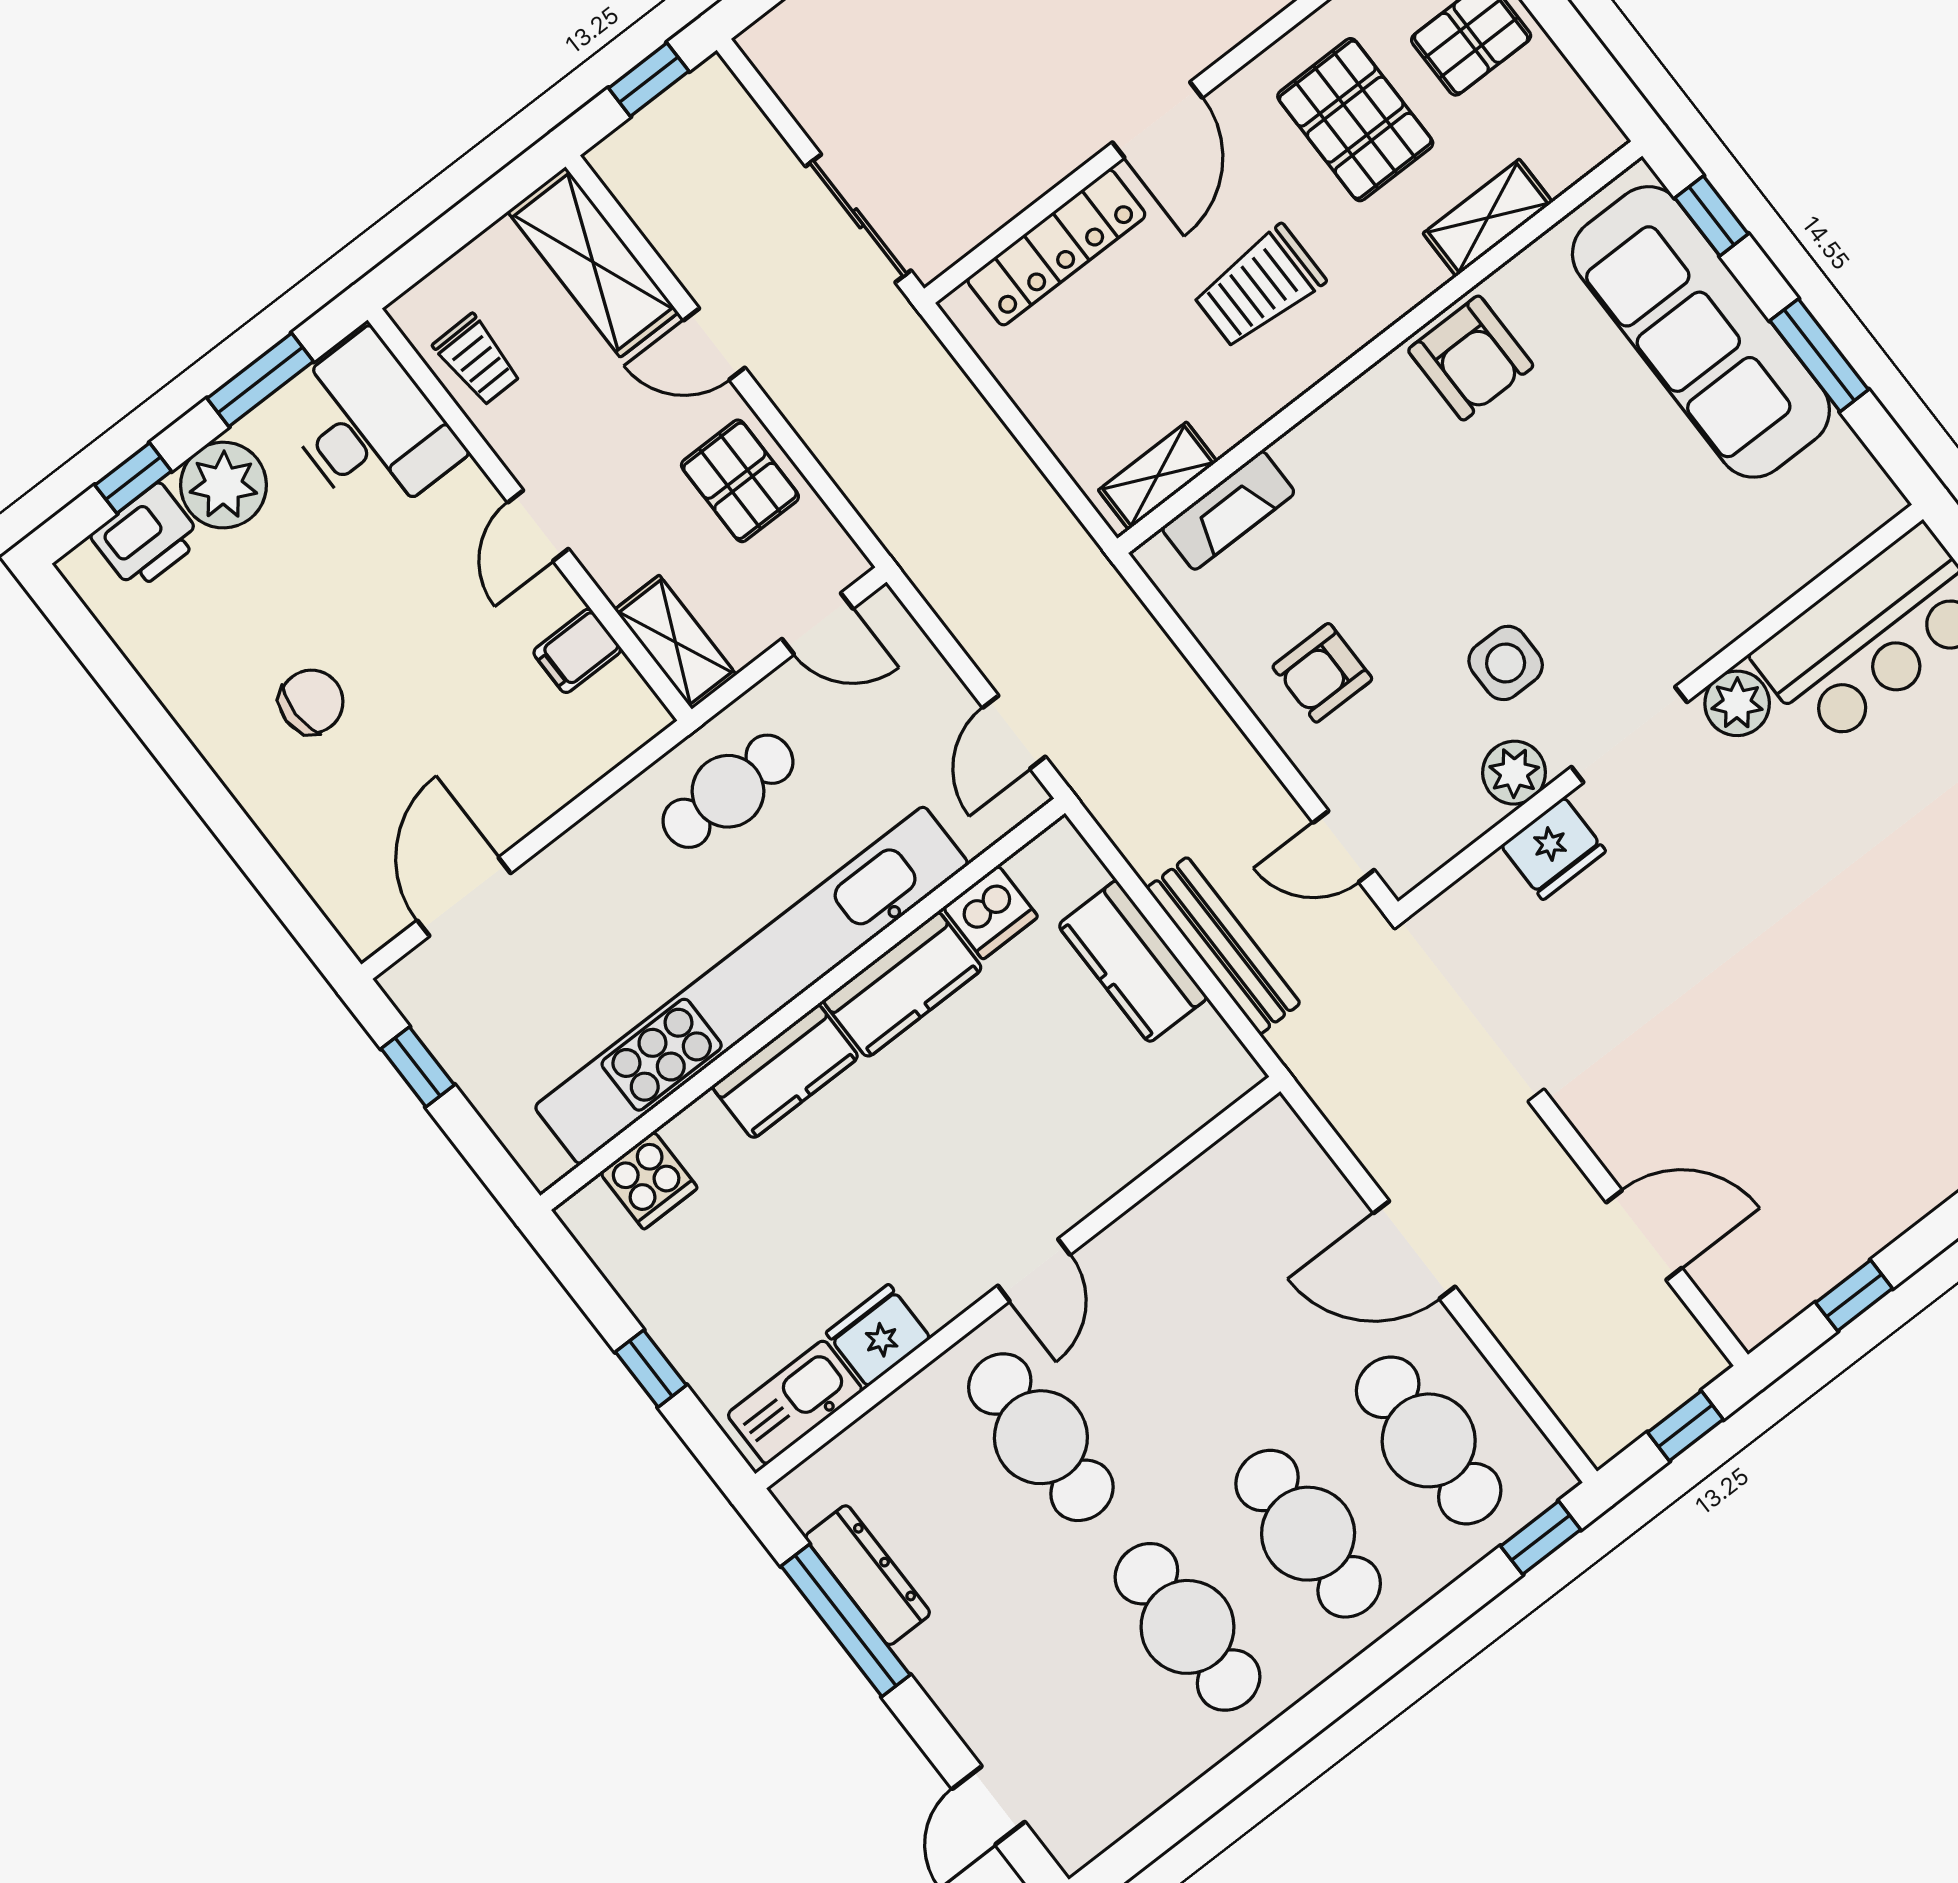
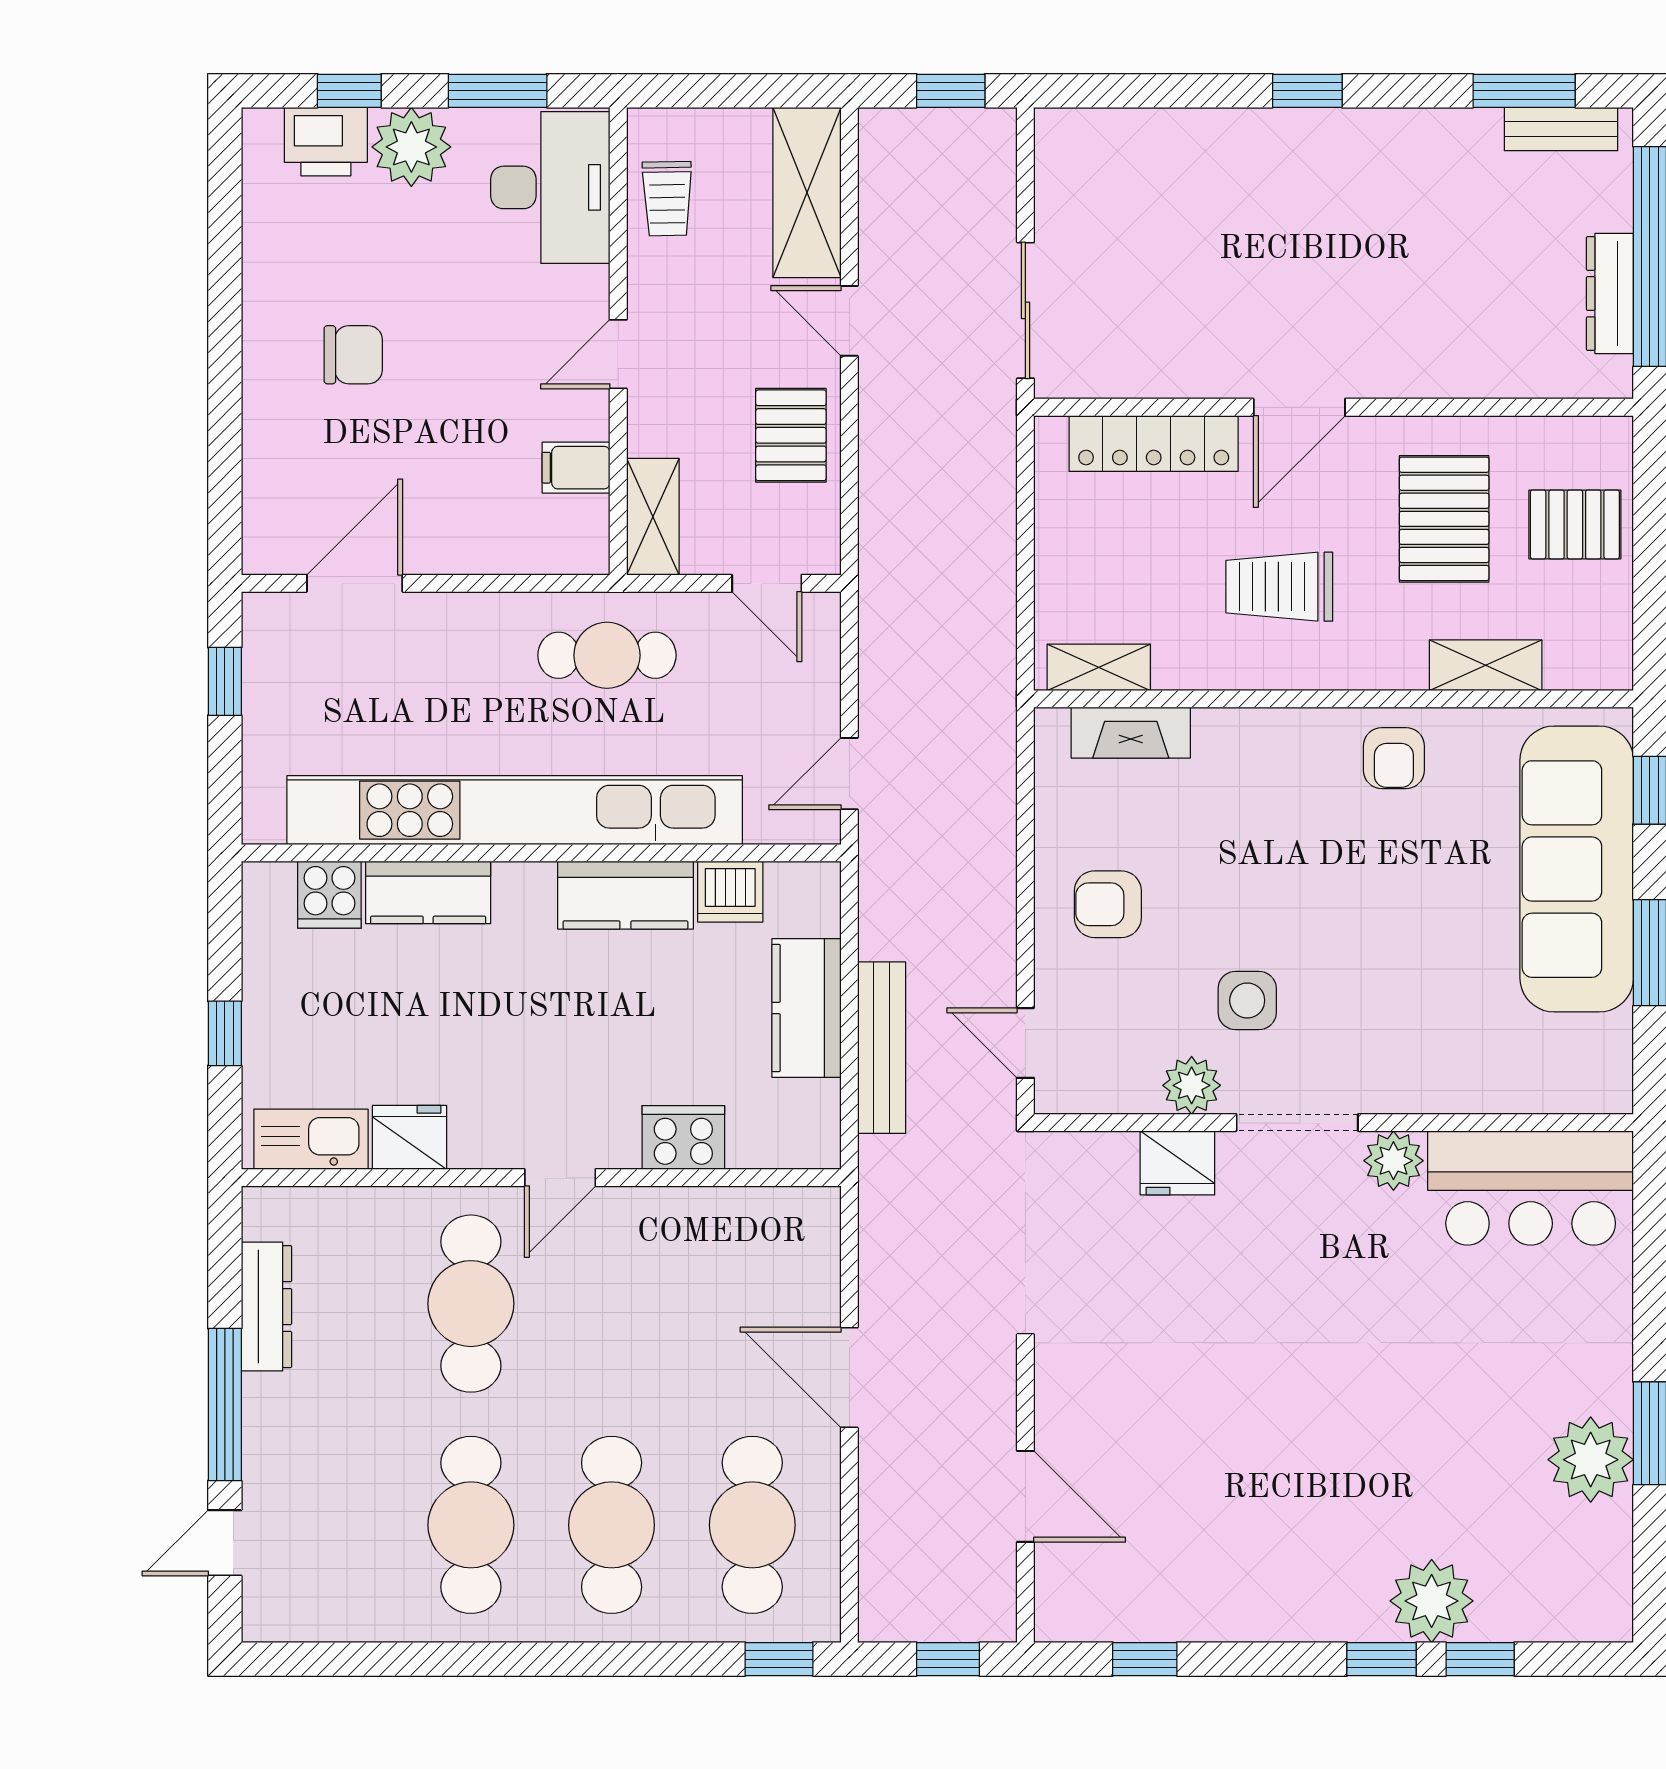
armchair: (1471, 358) -> (1394, 758), width x0.72, depth x0.72
kitchen counter: (785, 1072) -> (428, 892), moved
cooker: (1113, 1154) -> (683, 1137), added
window: (846, 1621) -> (225, 1405), moved

